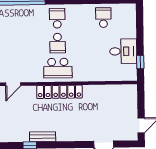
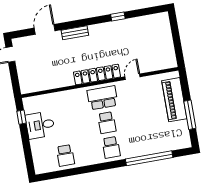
school desk: (58, 43) -> (107, 123), turned 180
door: (13, 84) -> (132, 77), moved
bench: (43, 137) -> (75, 33), moved

